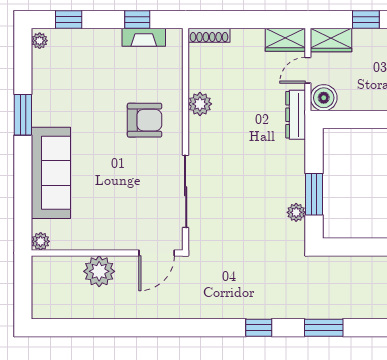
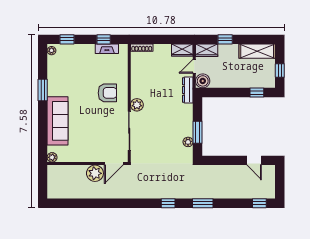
plant: (200, 104) -> (137, 105), moved
plant: (99, 271) -> (95, 173), moved

